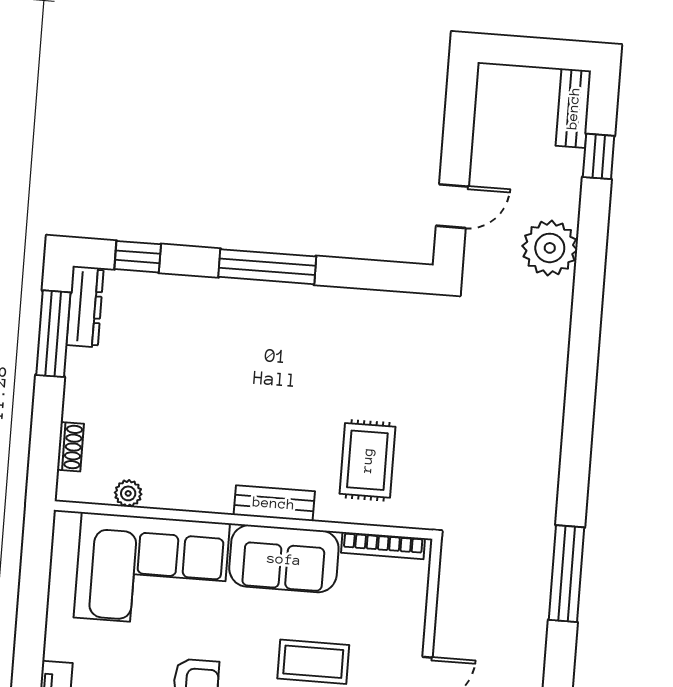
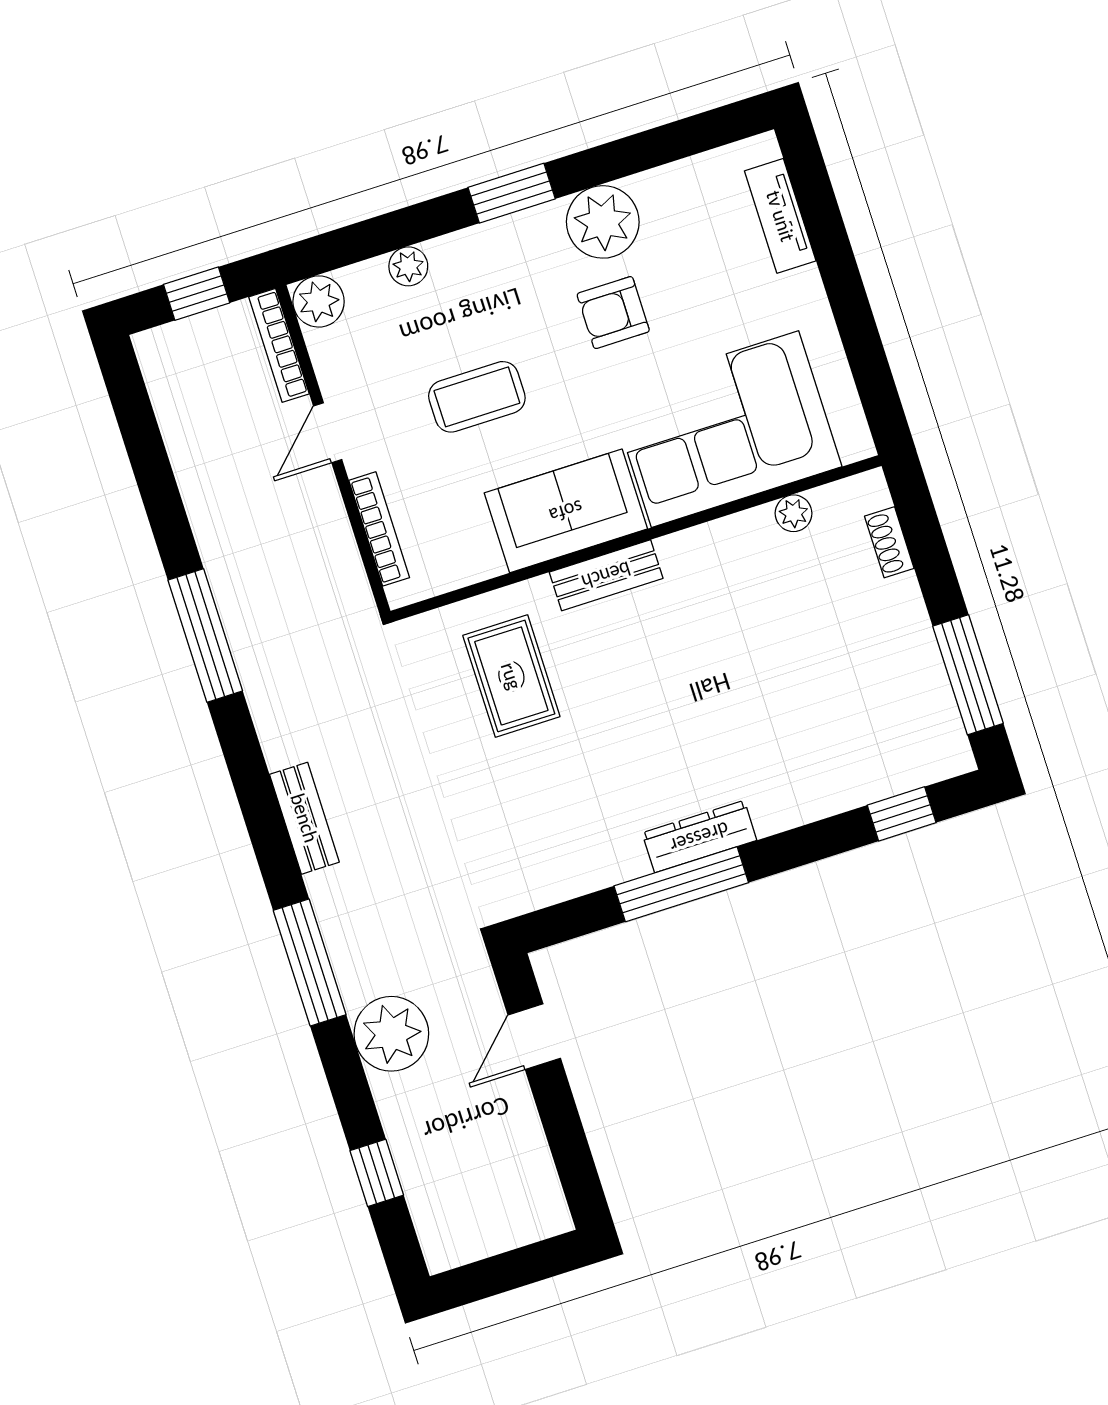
bench: (573, 108) -> (304, 818), moved
window: (267, 267) -> (681, 884), moved
dresser: (85, 307) -> (699, 837), moved, turned 90
window: (586, 320) -> (310, 963), added
bookcase: (383, 546) -> (379, 529), moved, turned 90

